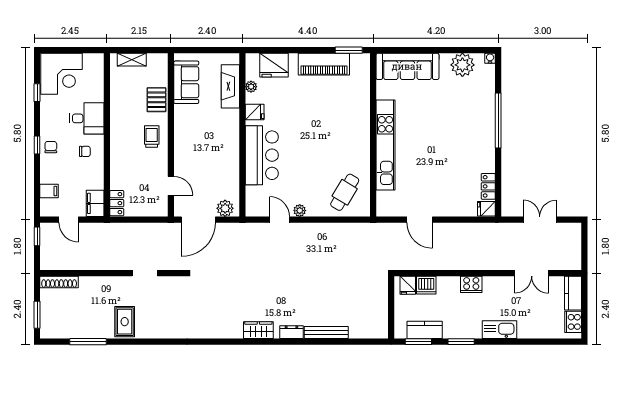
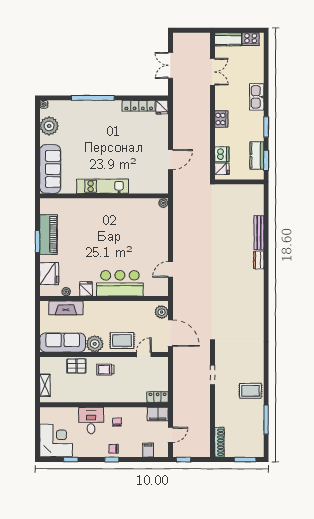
window: (349, 50) -> (37, 242), moved
sofa: (186, 82) -> (63, 343), width x1.36
plant: (185, 123) -> (95, 344), added
kitchen unit: (385, 145) -> (103, 186), width x0.73
rug: (189, 158) -> (122, 340), added
locker: (488, 186) -> (139, 106), width x1.53
cafe table: (345, 192) -> (149, 218), removed
plant: (300, 211) -> (163, 203), moved
wardrobe: (258, 330) -> (257, 286), removed

